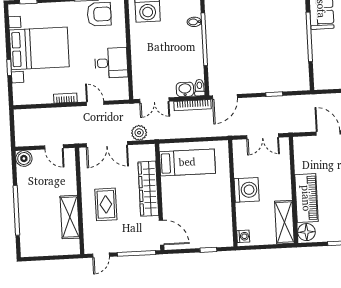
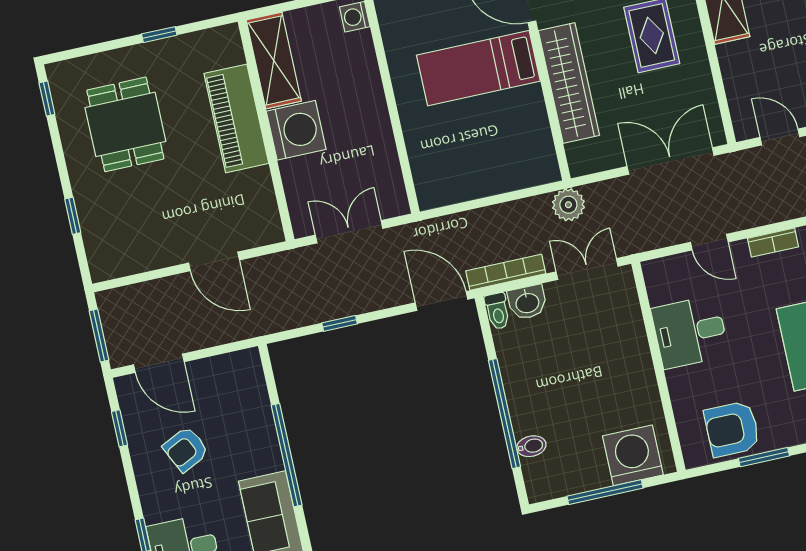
door: (225, 97) -> (442, 301), hinge flipped
plant: (139, 133) -> (568, 205), moved
bed: (187, 162) -> (478, 68), moved
washing machine: (247, 190) -> (296, 130), moved, turned 180
floor lamp: (306, 232) -> (225, 48), removed

